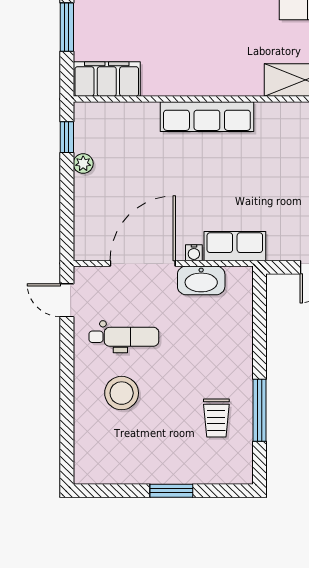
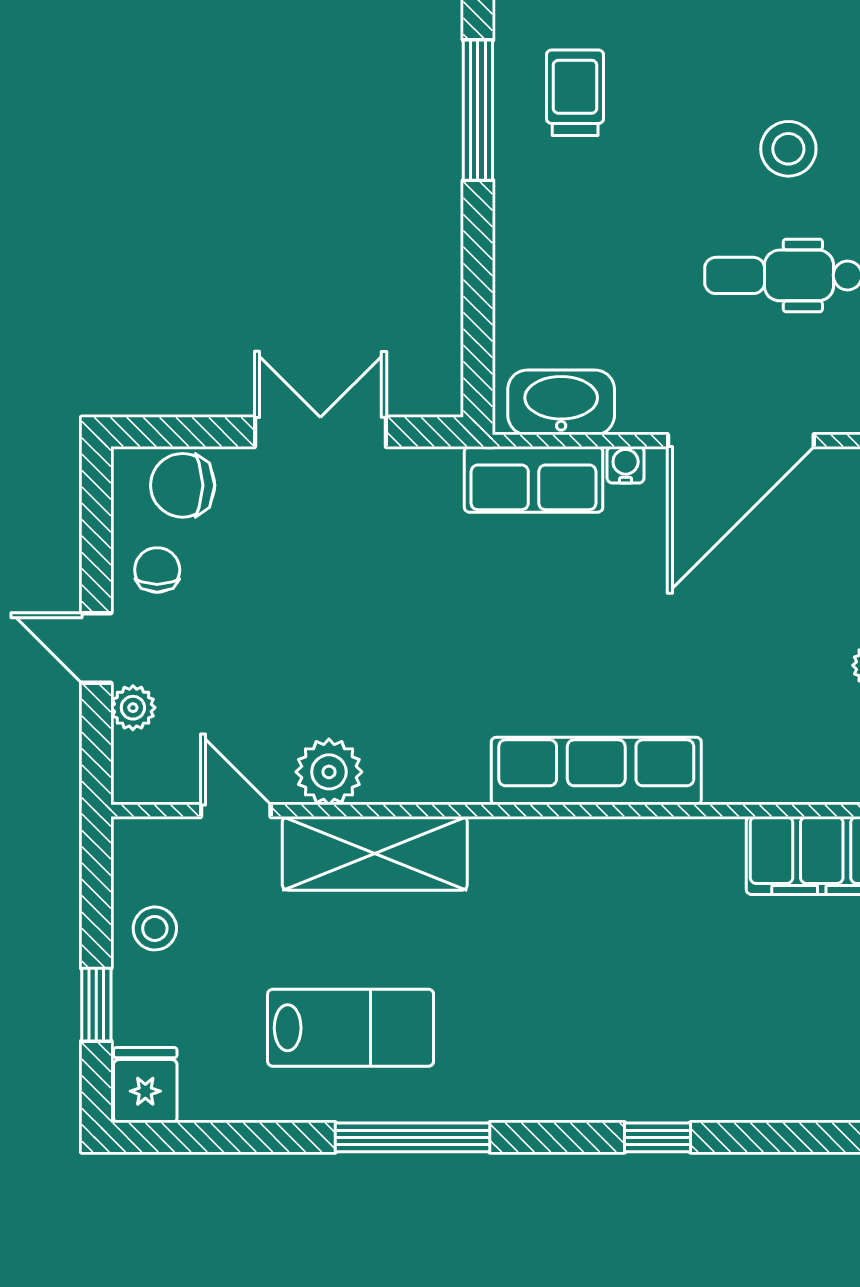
washbasin: (201, 280) -> (561, 402), moved
stool: (122, 393) -> (788, 149), width x0.73, depth x0.73

